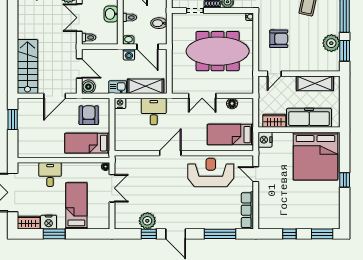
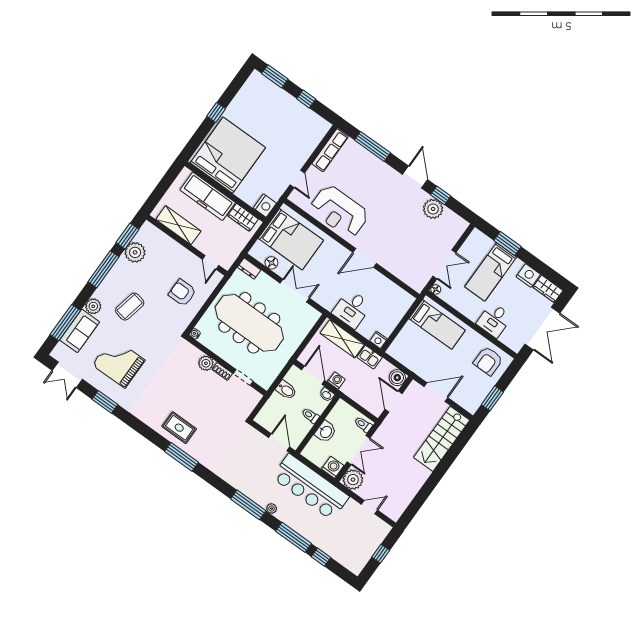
door: (274, 74) -> (211, 262), swing flipped
dresser: (245, 89) -> (249, 269), added
armchair: (89, 115) -> (488, 361), moved
bed: (230, 135) -> (291, 239), width x1.50
double door: (112, 188) -> (444, 264), swing flipped
window: (54, 234) -> (508, 244), moved

